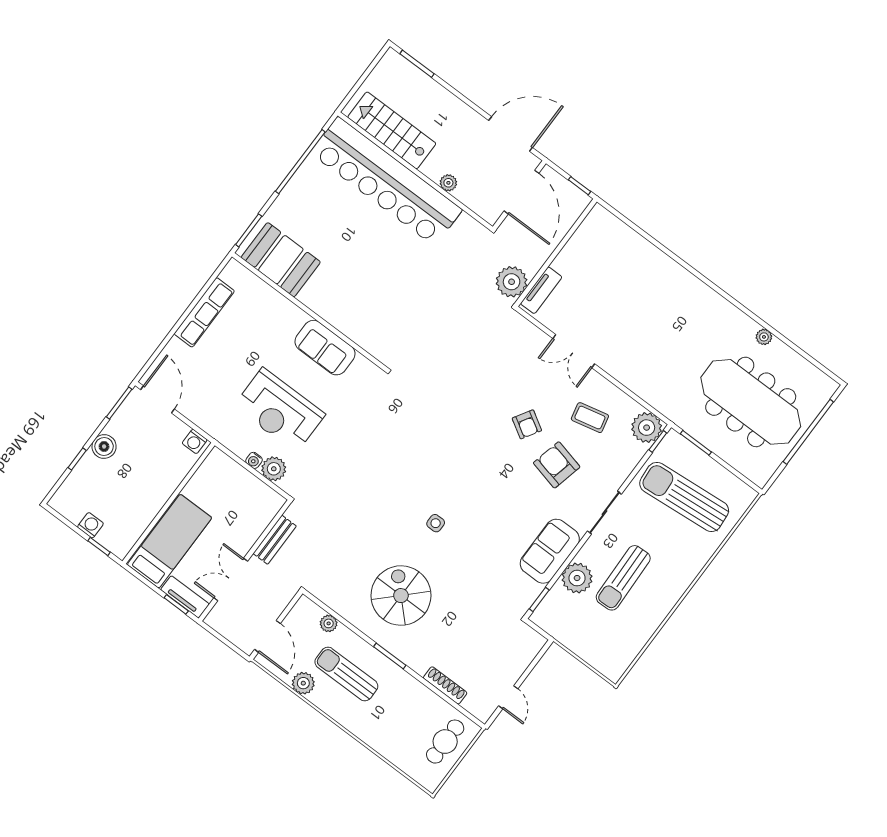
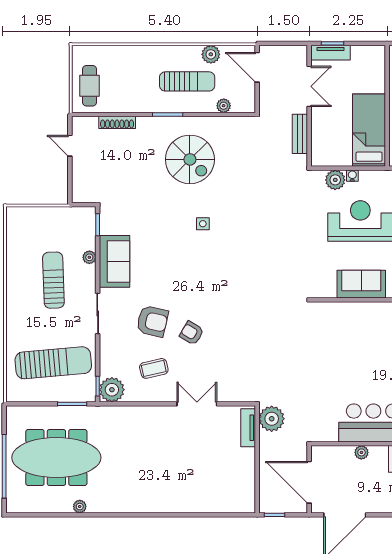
bed: (170, 541) -> (369, 130), moved, turned 180
plant: (577, 578) -> (89, 257), width x0.53, depth x0.53

